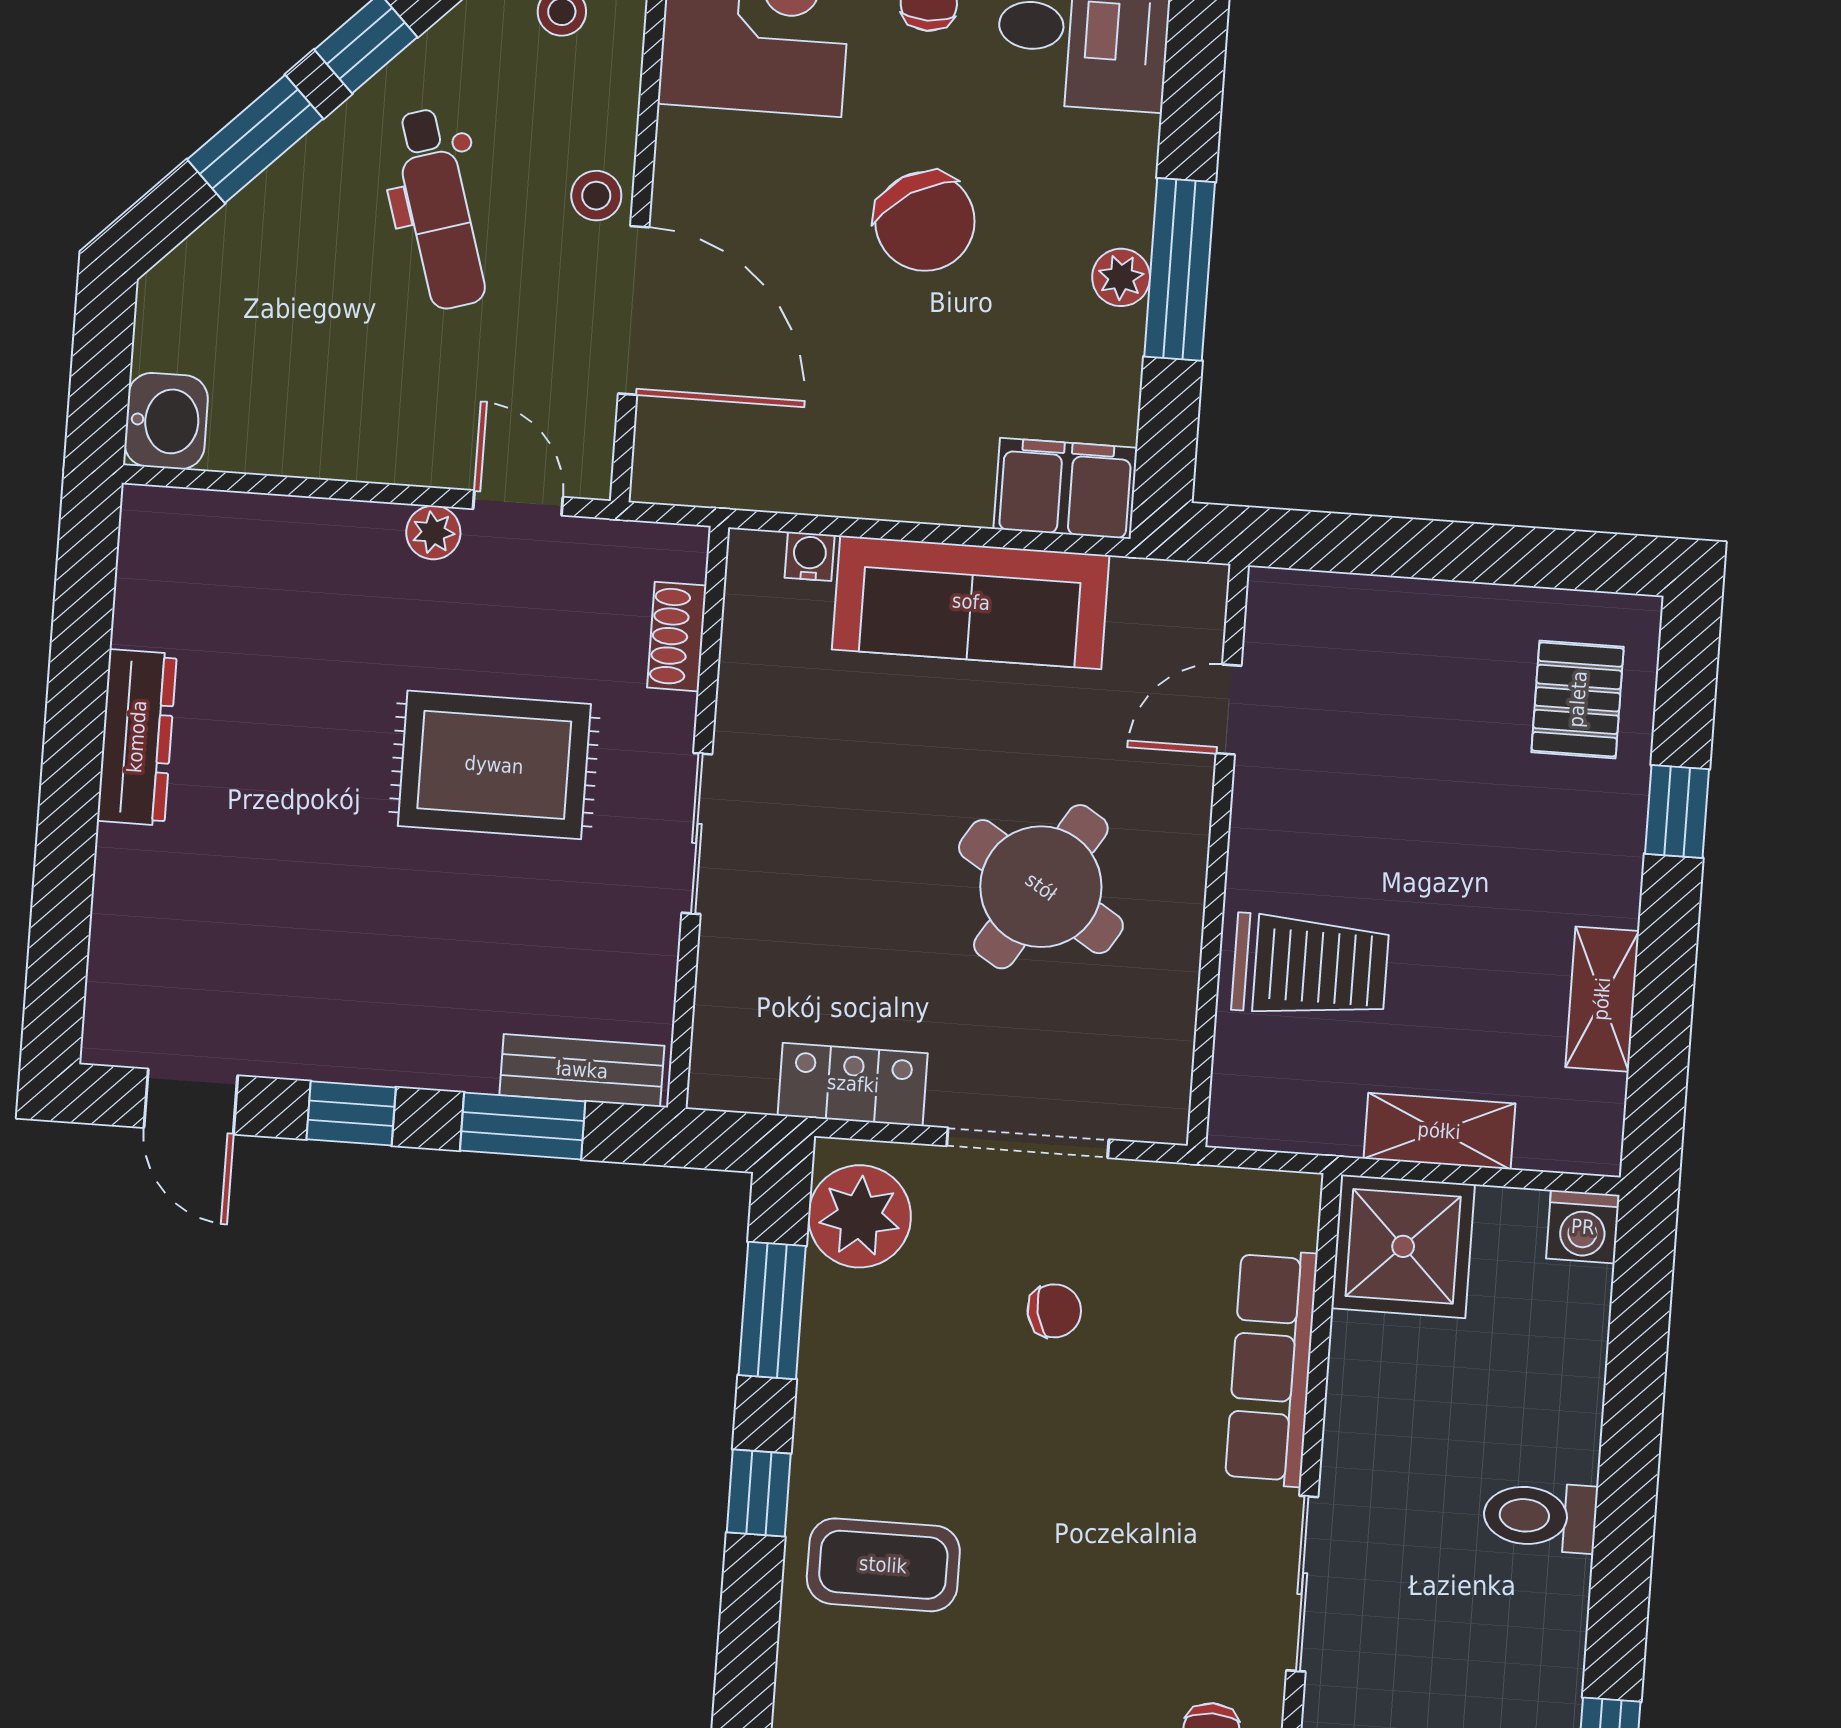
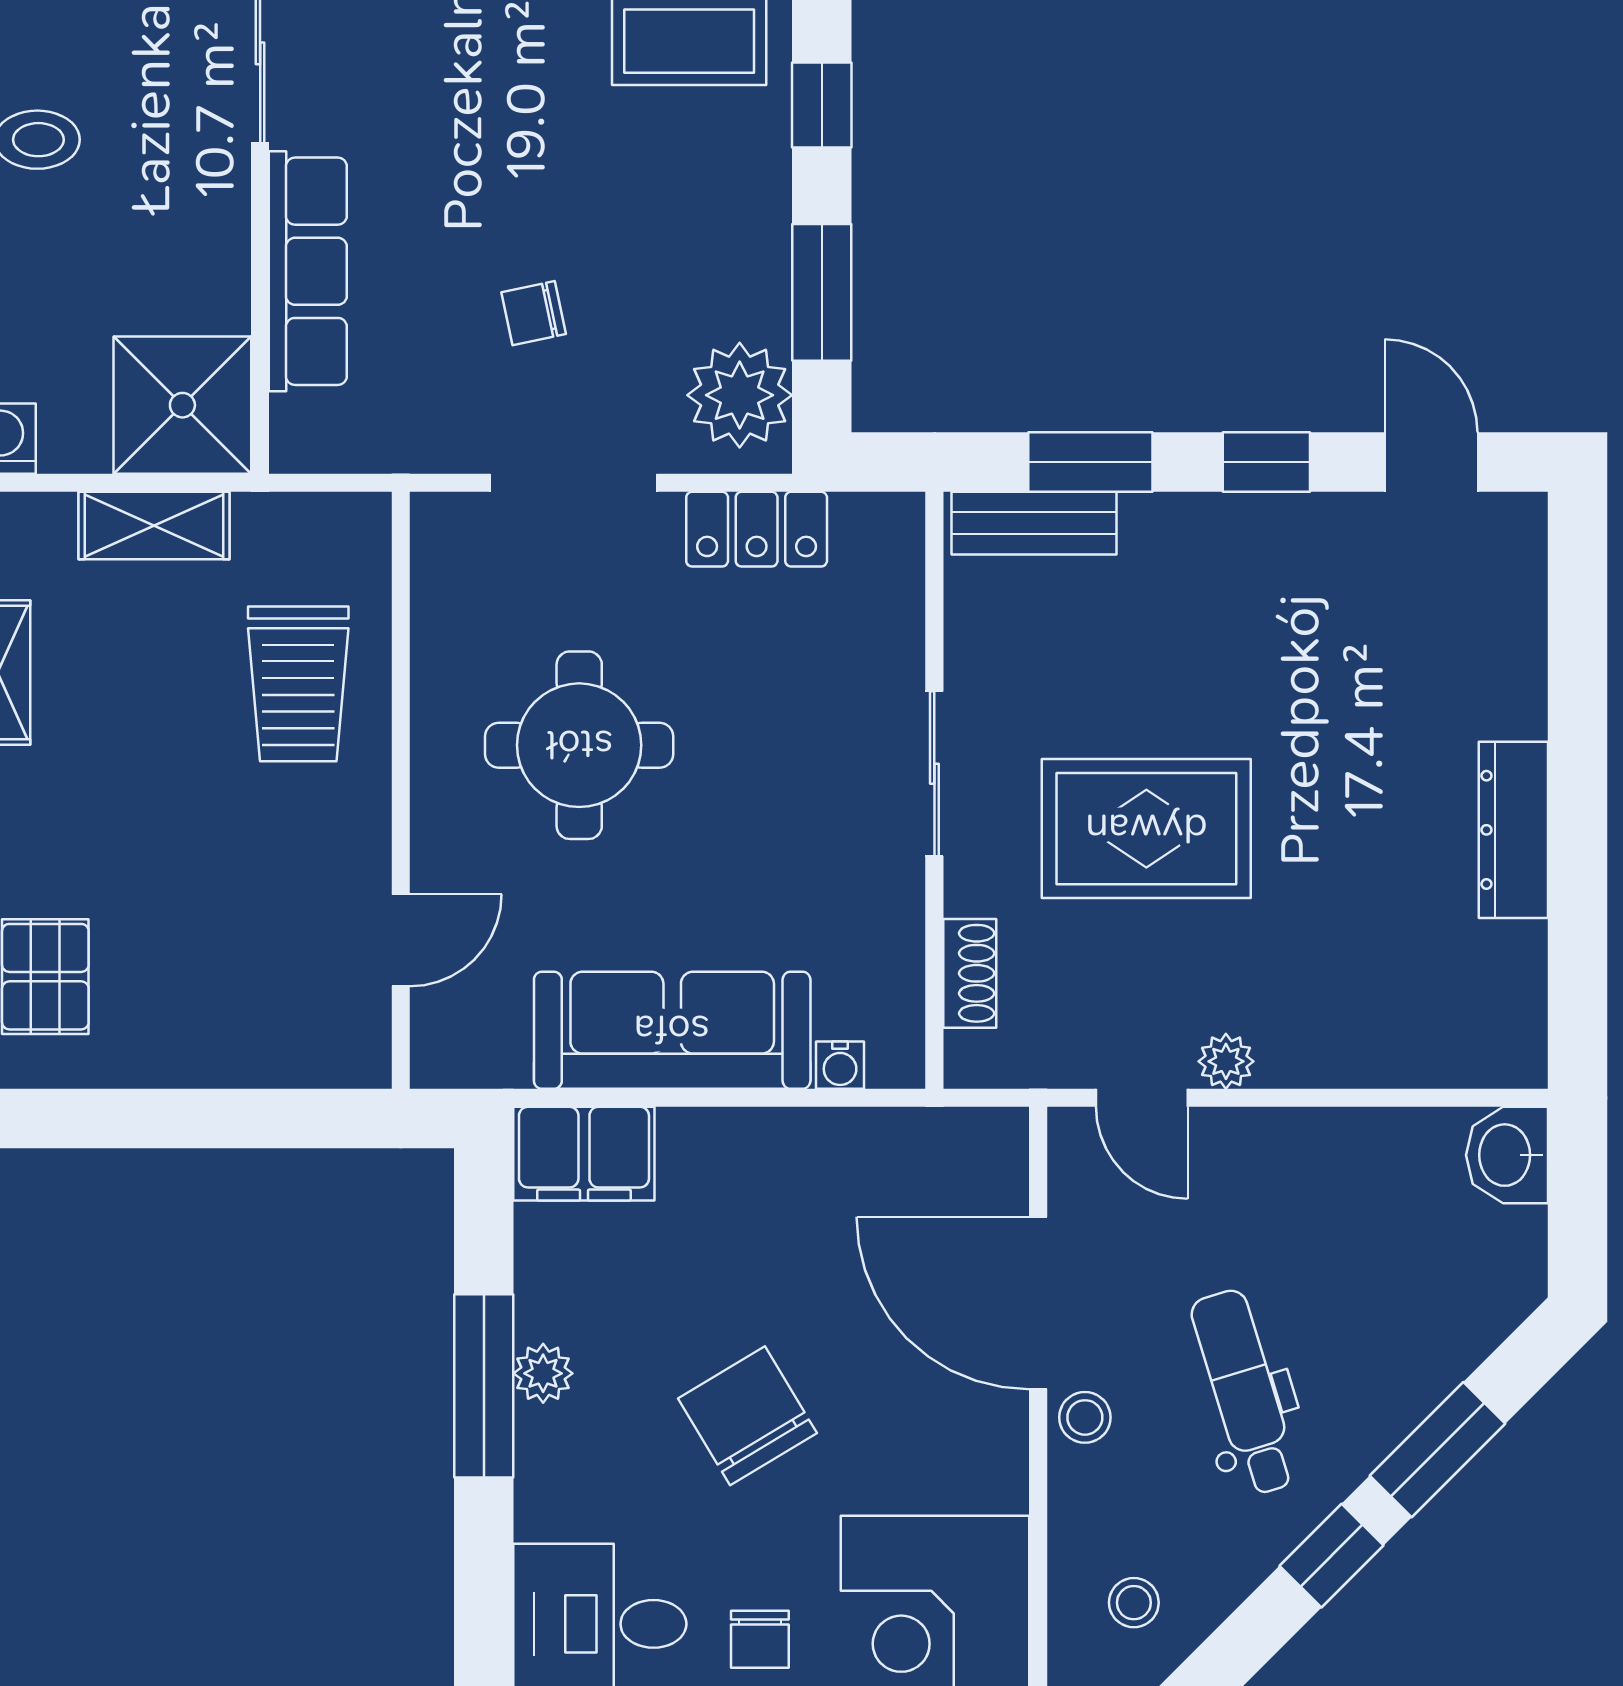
round table: (1041, 887) -> (579, 745), turned -32
trolley: (1310, 967) -> (298, 684), turned -90

